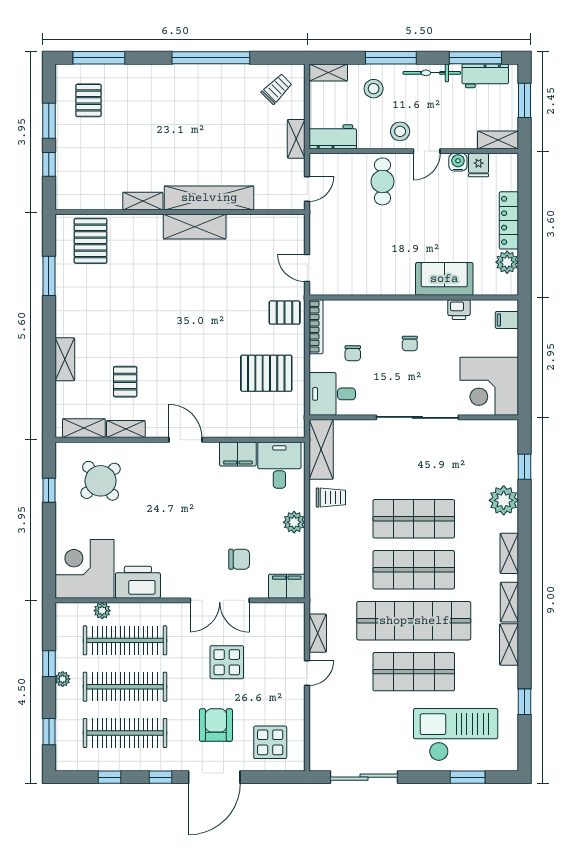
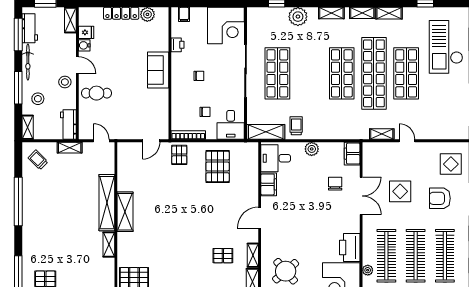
sofa: (444, 279) -> (158, 70), moved
shop shelf: (414, 519) -> (277, 73), moved

